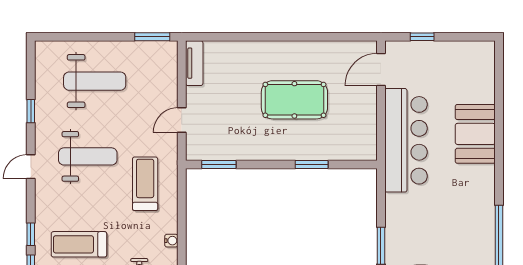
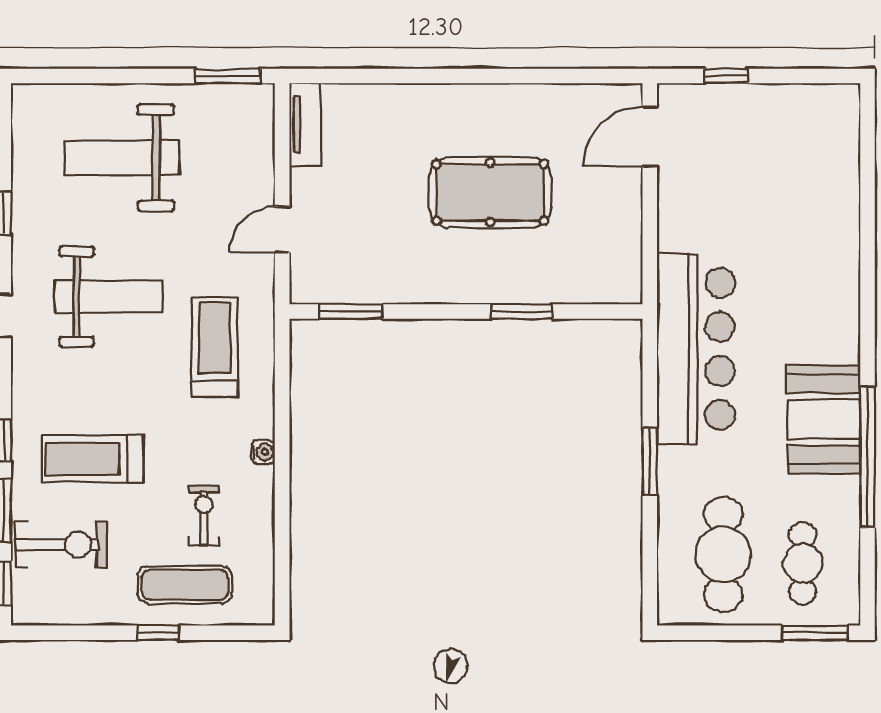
weight bench: (95, 81) -> (122, 158), turned 180
booth: (475, 134) -> (824, 419), moved
bar counter: (406, 140) -> (696, 349), moved

